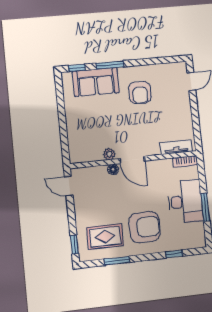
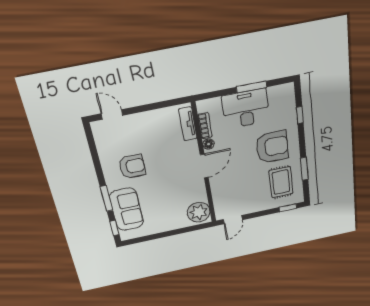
plant: (109, 154) -> (199, 212), moved, width x1.87, depth x1.87
bookcase: (185, 161) -> (205, 126), moved
floor lamp: (113, 169) -> (209, 144), moved
armchair: (145, 227) -> (272, 147), turned 90

